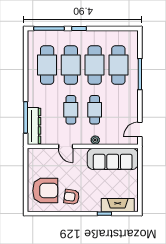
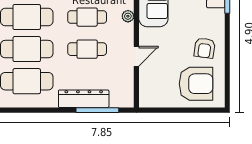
dresser: (34, 126) -> (84, 99), moved
armchair: (45, 191) -> (196, 84), turned 90

